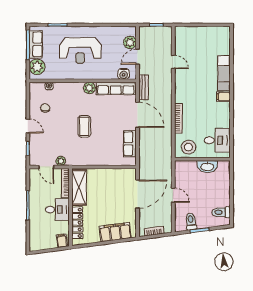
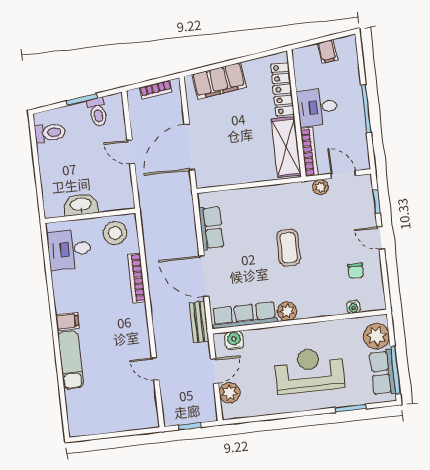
filing cabinet: (62, 241) -> (327, 51), moved

